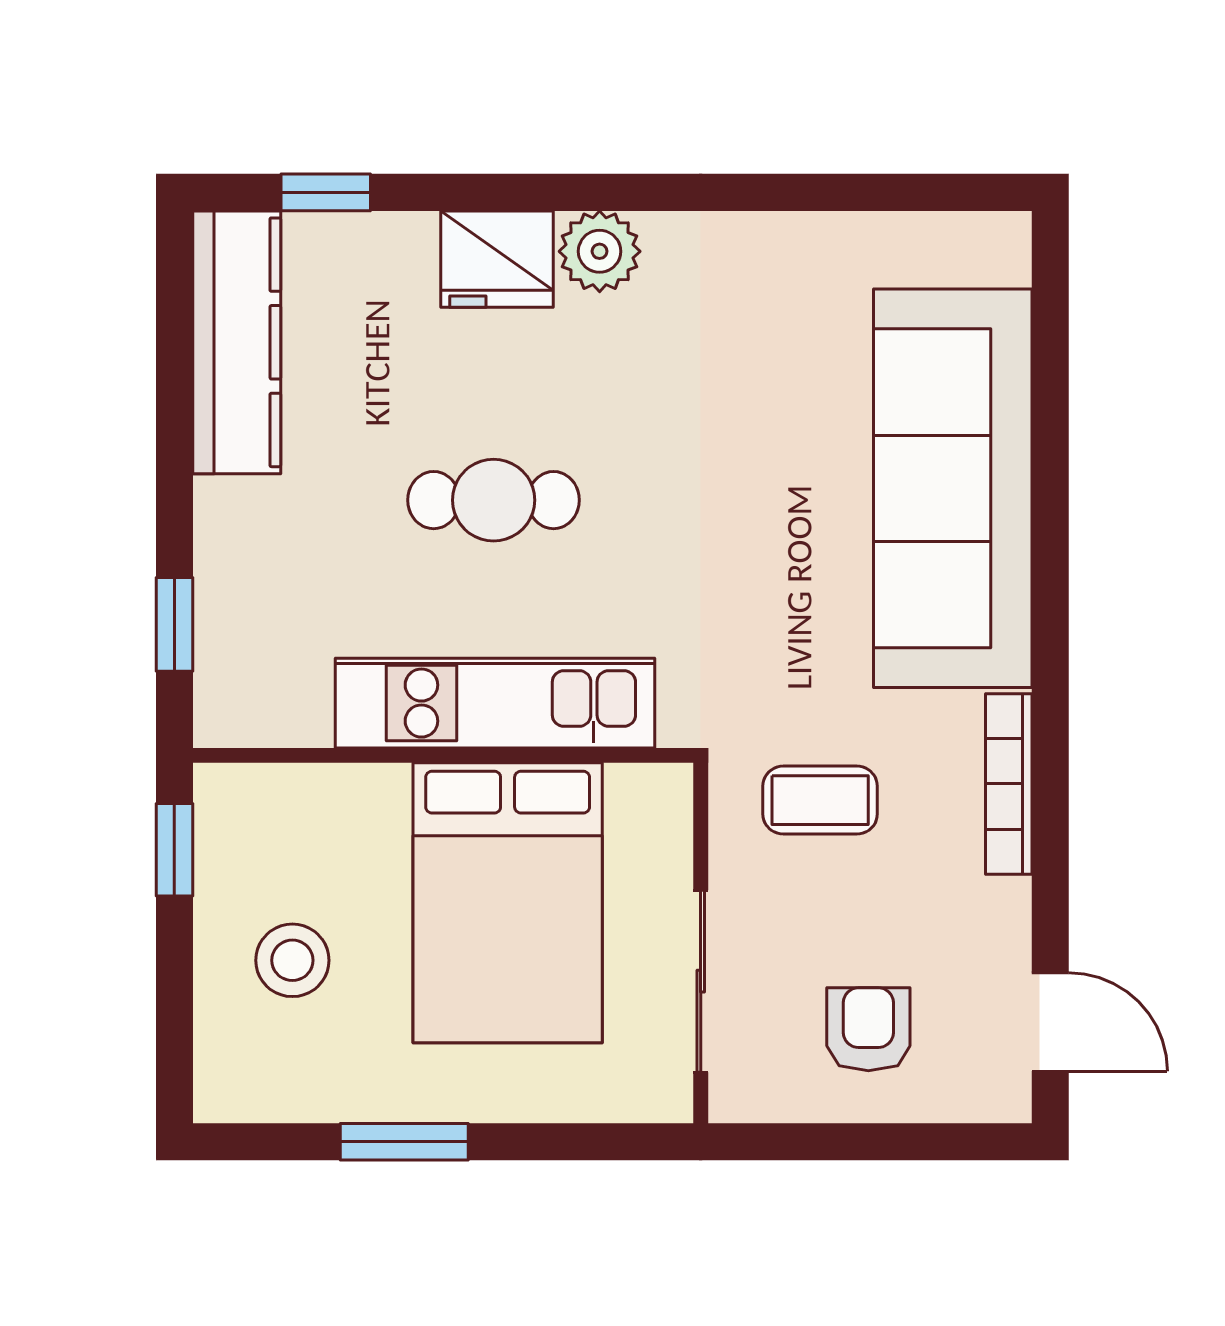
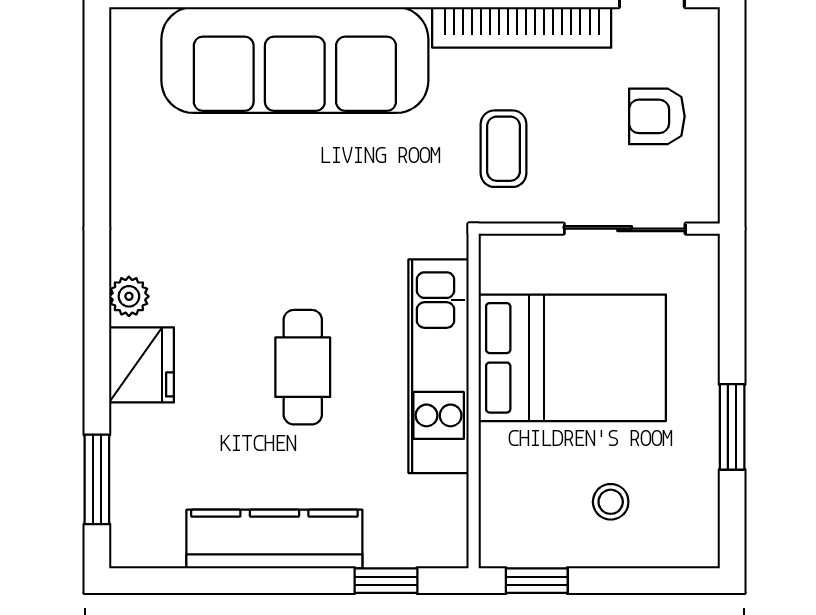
window: (326, 192) -> (97, 479), width x1.50
plant: (600, 251) -> (129, 296), width x0.73, depth x0.73
kitchen counter: (237, 342) -> (274, 539), moved
bookcase: (1009, 784) -> (522, 27), width x1.48, depth x1.31
stool: (292, 960) -> (611, 502), width x0.73, depth x0.73

